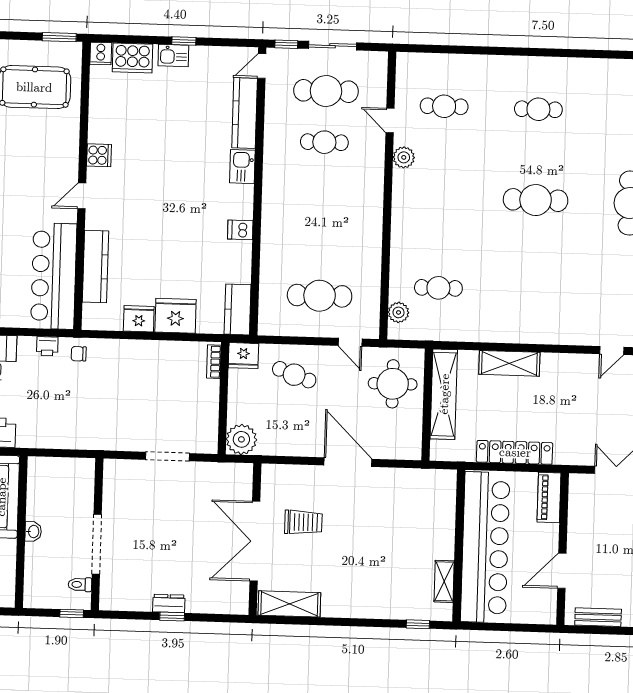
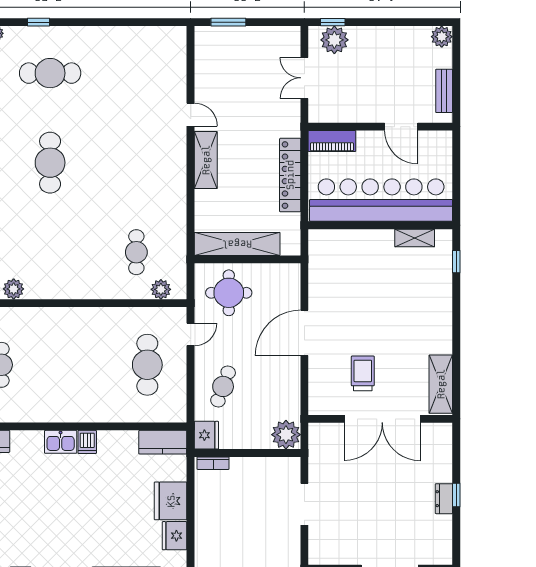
kitchen sink: (242, 167) -> (61, 442), moved
door: (612, 350) -> (191, 115), moved
shelving: (509, 363) -> (206, 160), moved

